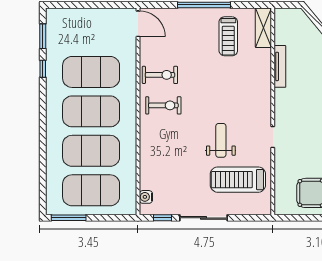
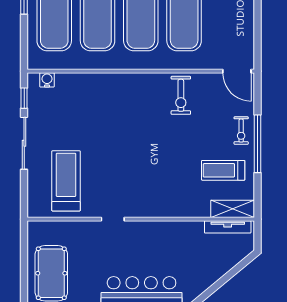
door: (138, 24) -> (237, 71), hinge flipped
tv unit: (280, 66) -> (228, 227), moved
exercise bike: (163, 105) -> (241, 131), moved, width x0.73, depth x0.72
weight bench: (221, 140) -> (109, 162), removed

